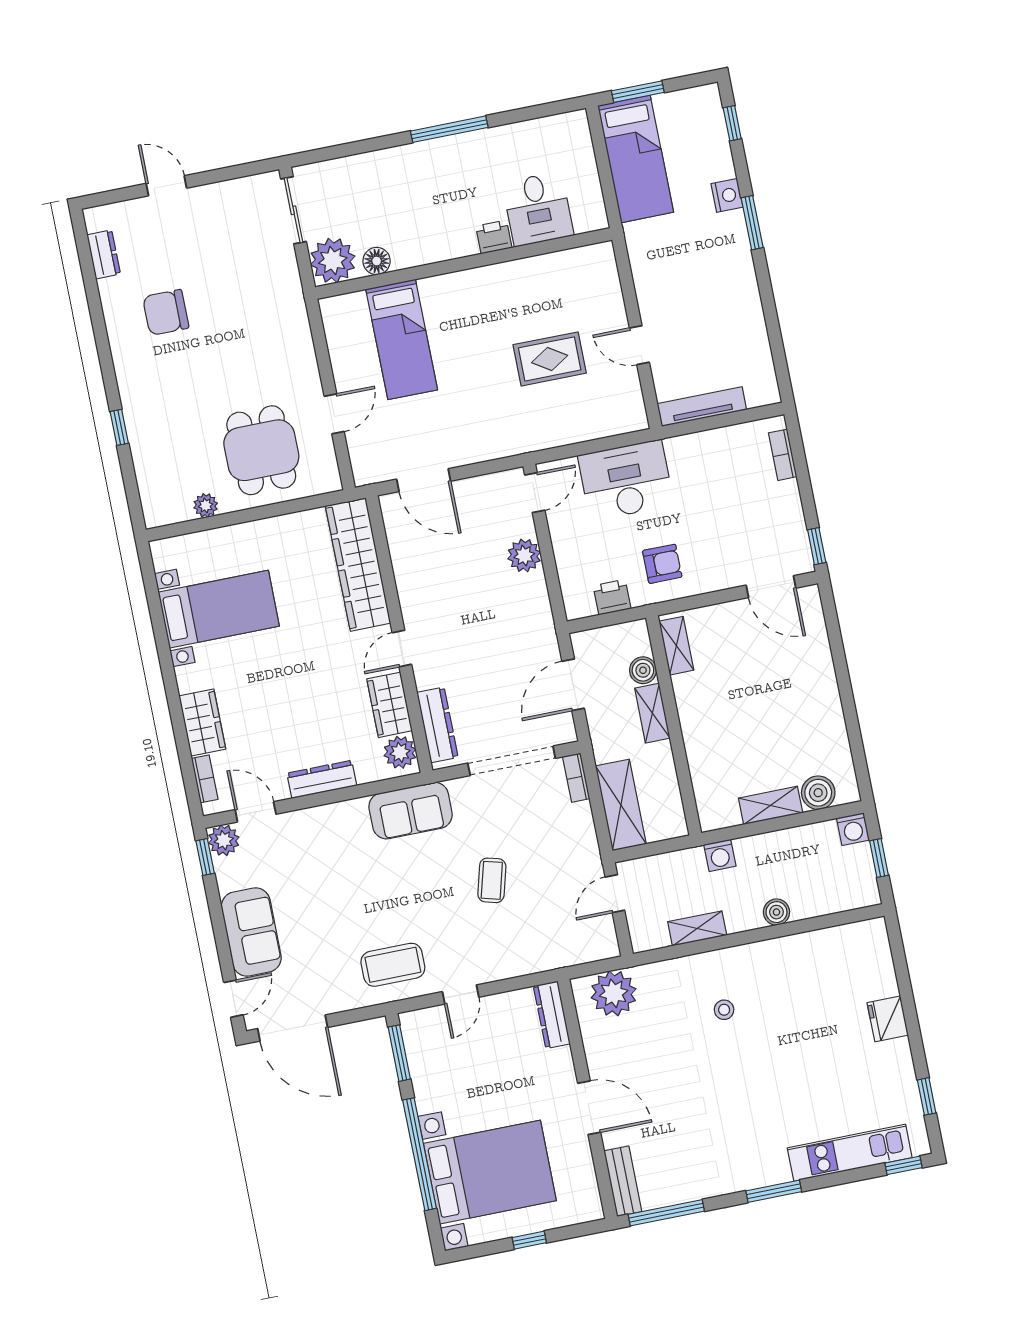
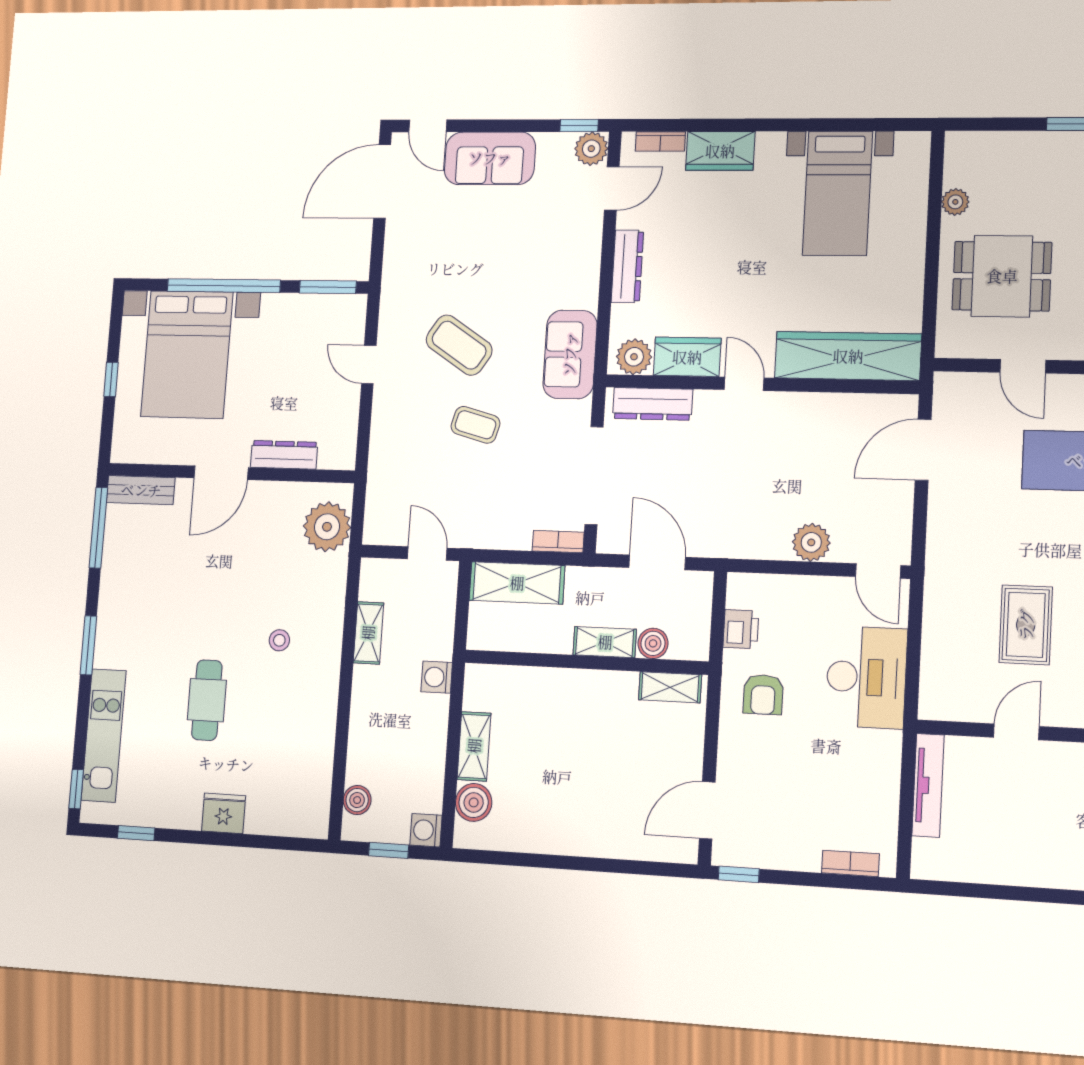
boiler: (776, 912) -> (357, 800), moved
coffee table: (393, 965) -> (459, 345), moved, turned -57
dresser: (552, 1015) -> (284, 455), moved
cafe table: (794, 1063) -> (207, 700), added

